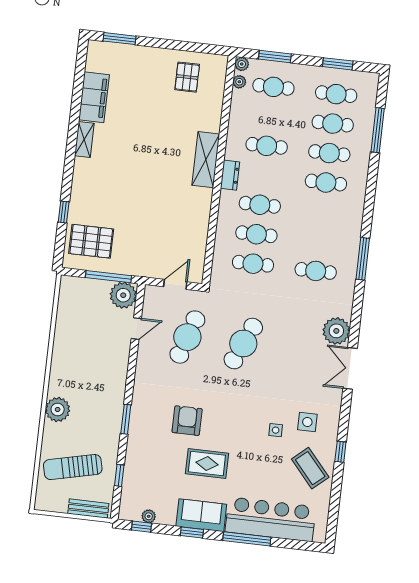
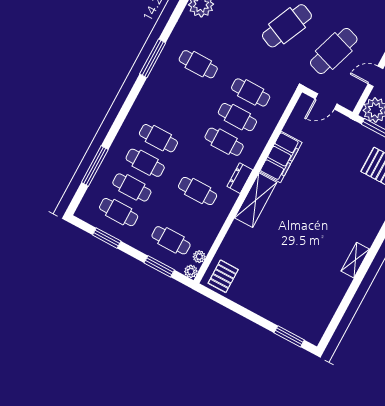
pallet: (187, 77) -> (223, 276), moved
filing cabinet: (94, 97) -> (281, 157), moved, turned 180

